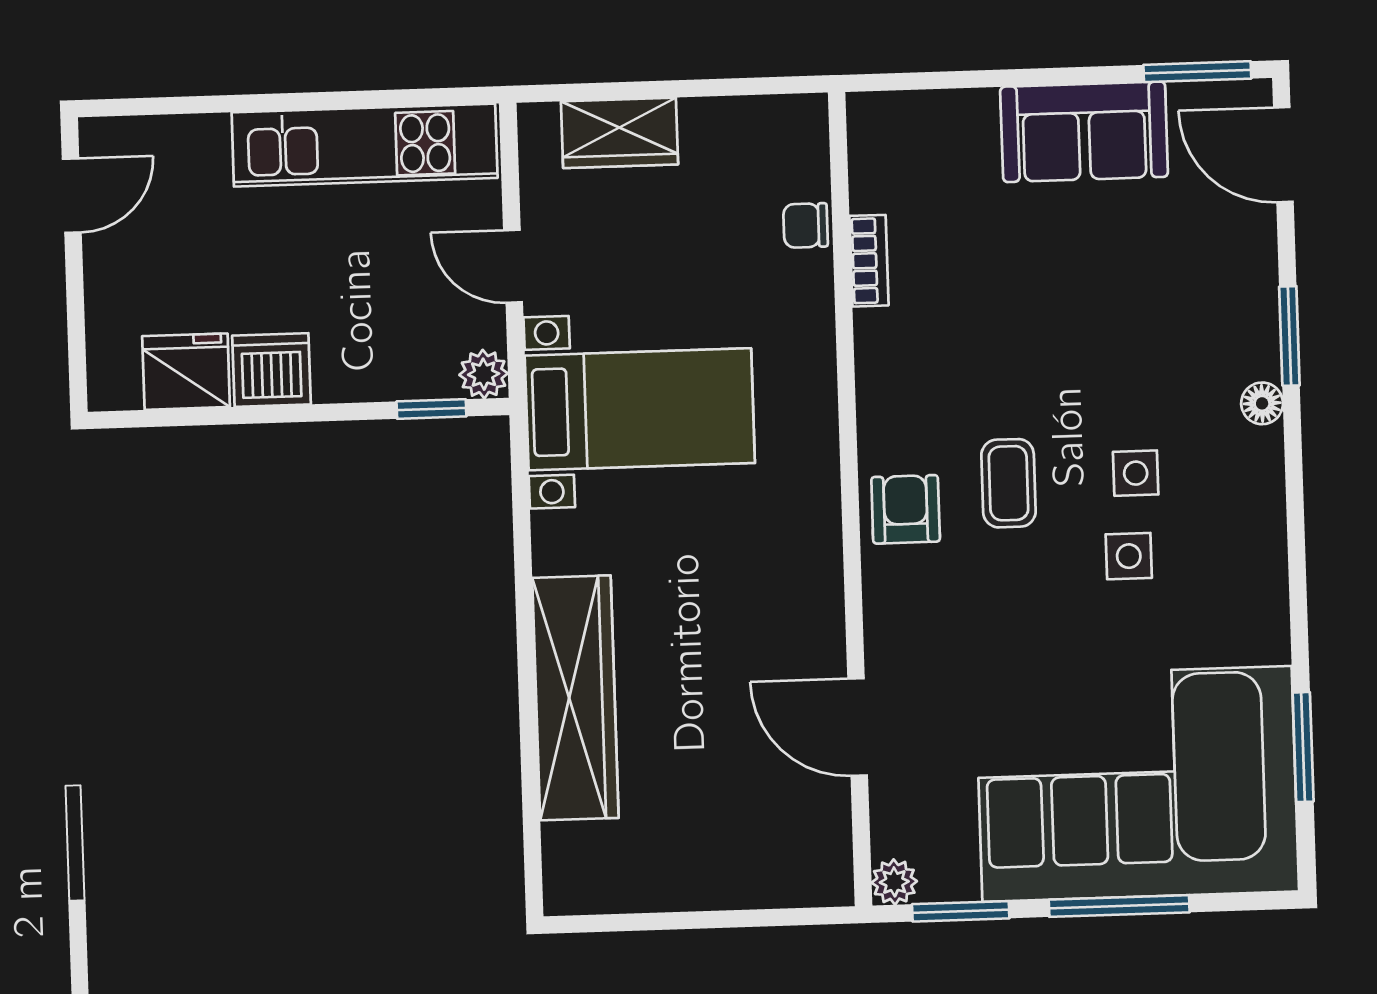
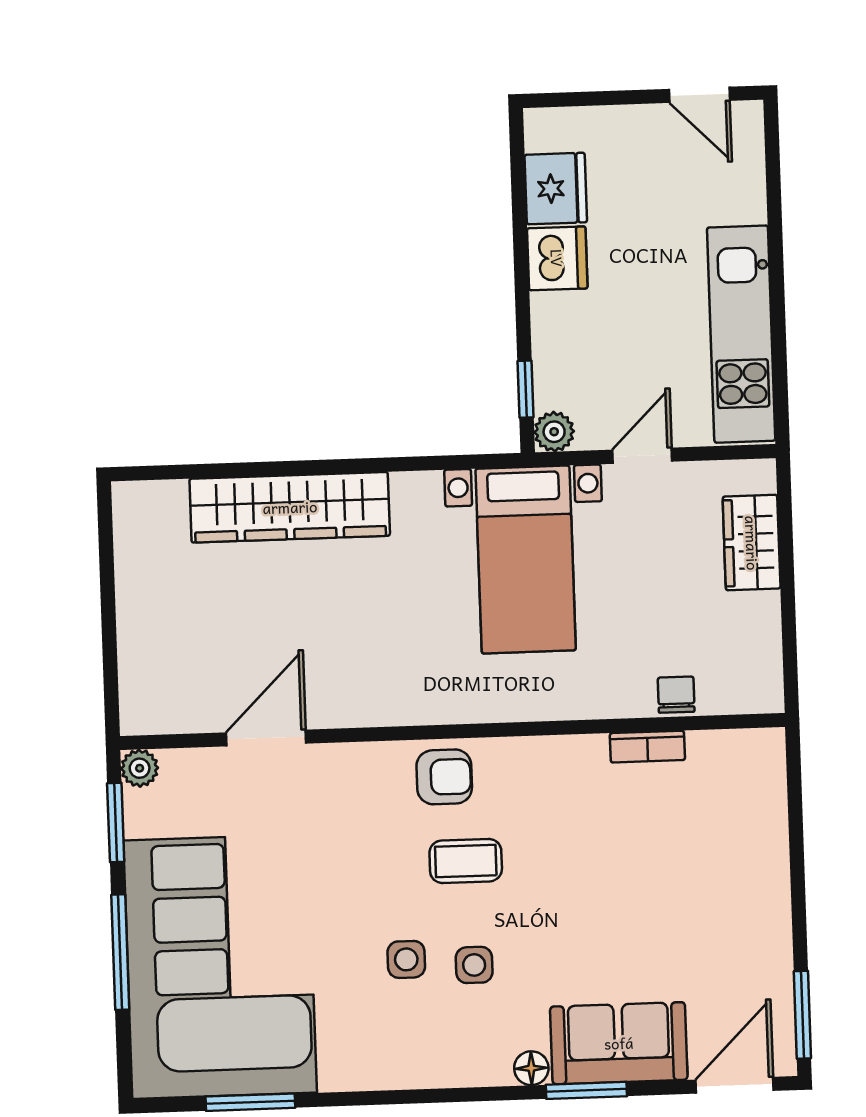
sofa: (1084, 132) -> (619, 1043), moved, turned 90

